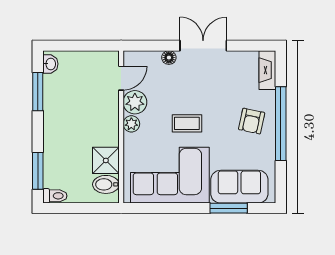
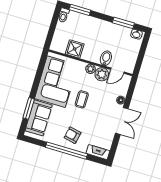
door: (121, 78) -> (117, 71), hinge flipped
bidet: (106, 184) -> (106, 58), moved

